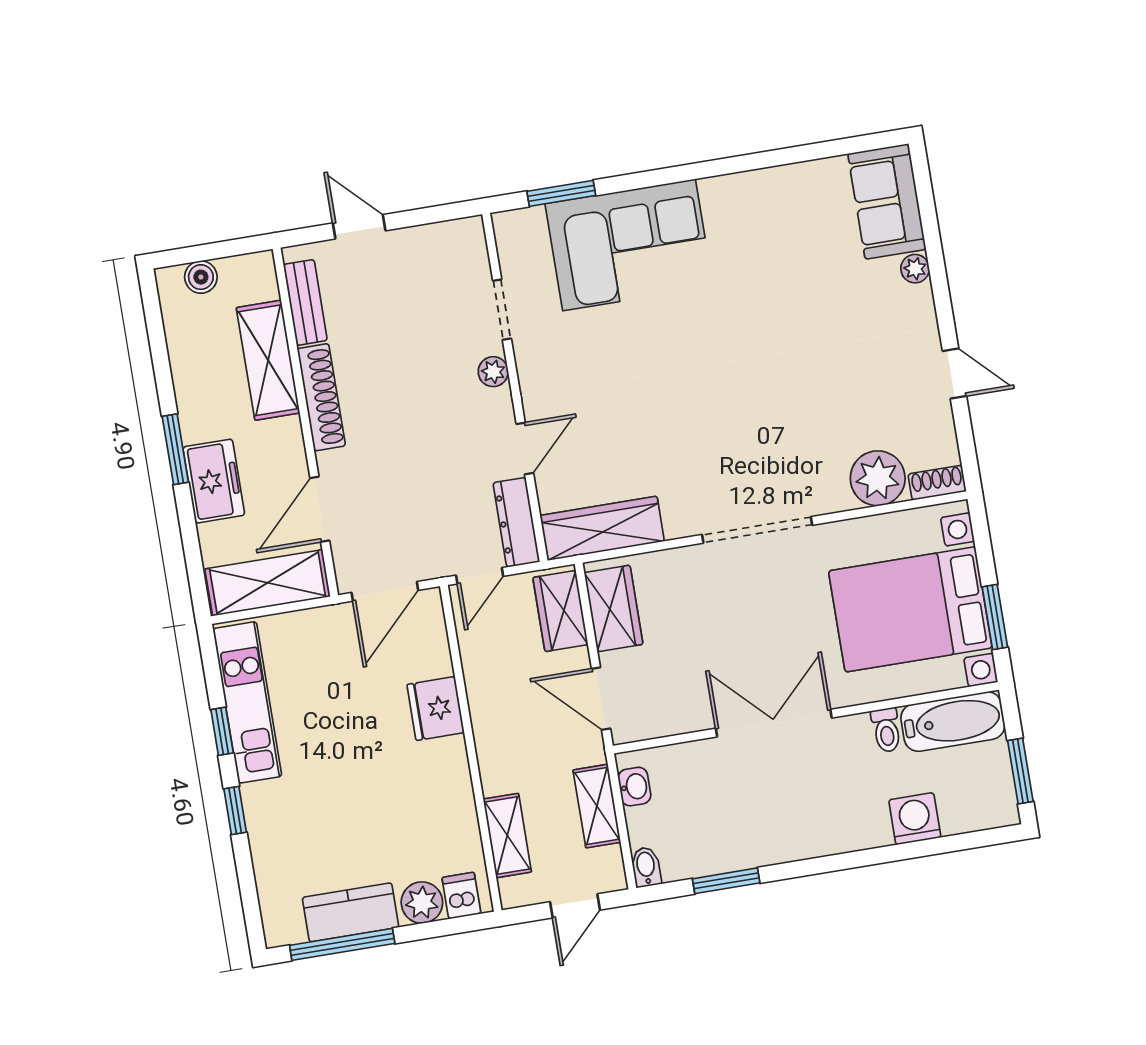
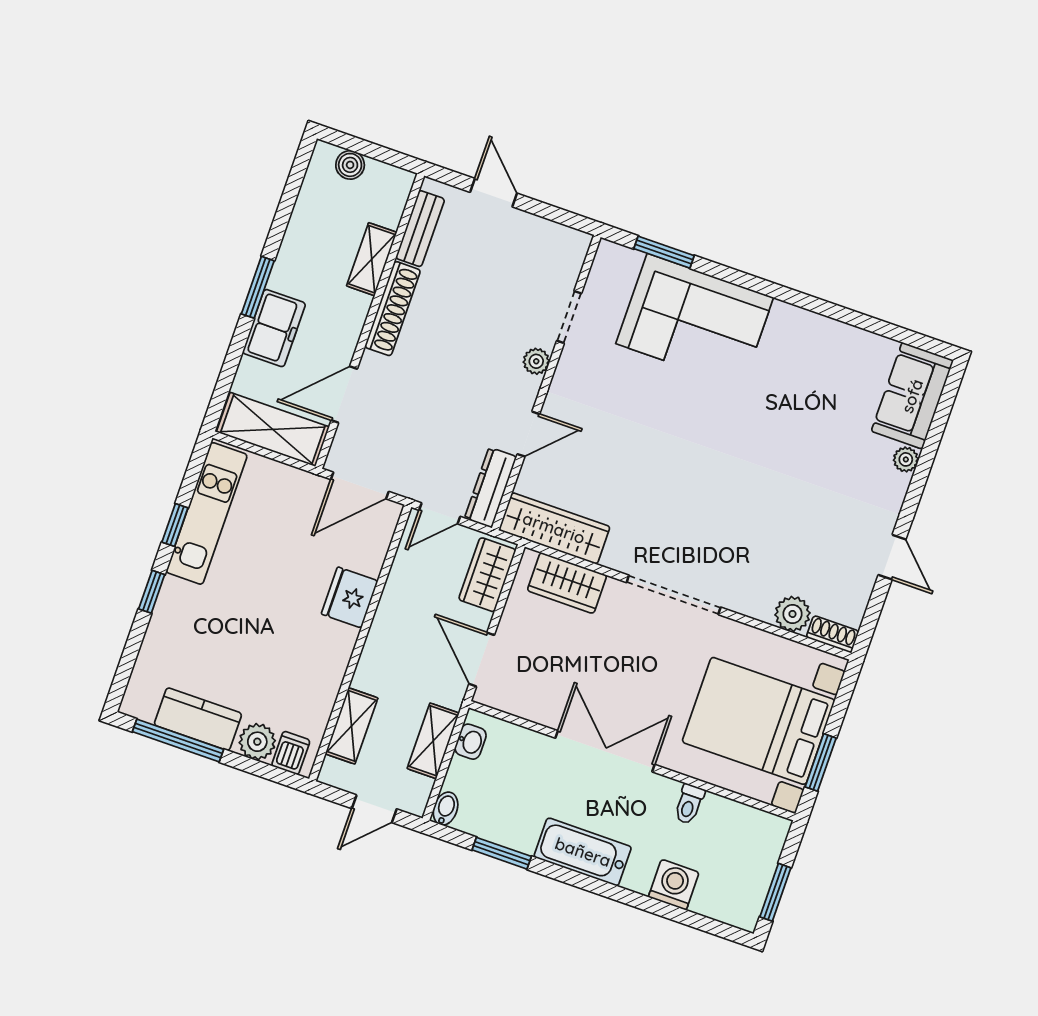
shelving: (268, 360) -> (372, 259), width x0.67, depth x0.75
plant: (878, 478) -> (793, 614), width x0.73, depth x0.73
wardrobe: (614, 608) -> (567, 583), moved, turned 90
bathtub: (953, 722) -> (583, 852), moved, turned 180

